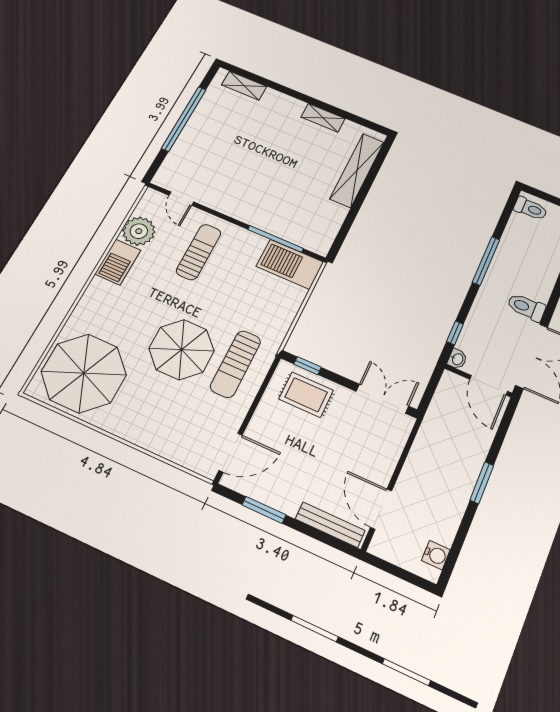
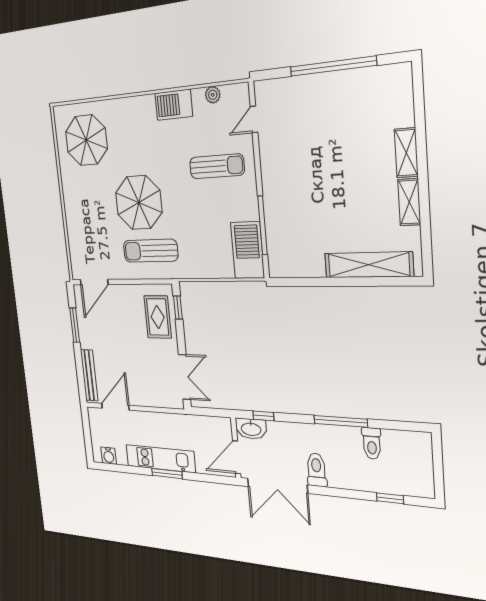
shelving: (244, 86) -> (406, 153), moved
toilet: (530, 209) -> (372, 443), moved
plant: (139, 231) -> (213, 95), width x0.53, depth x0.53
washbasin: (457, 359) -> (251, 429), width x1.91, depth x1.45
parasol: (84, 373) -> (86, 140), width x0.73, depth x0.73
door: (231, 453) -> (94, 282), hinge flipped
kitchen unit: (462, 482) -> (160, 459), added

